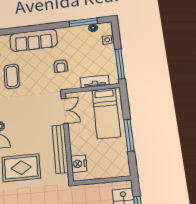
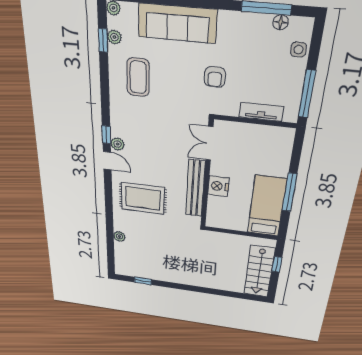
double door: (65, 111) -> (209, 143), swing flipped
bed: (106, 113) -> (267, 206), moved, turned 180
nightstand: (79, 164) -> (218, 186), moved

